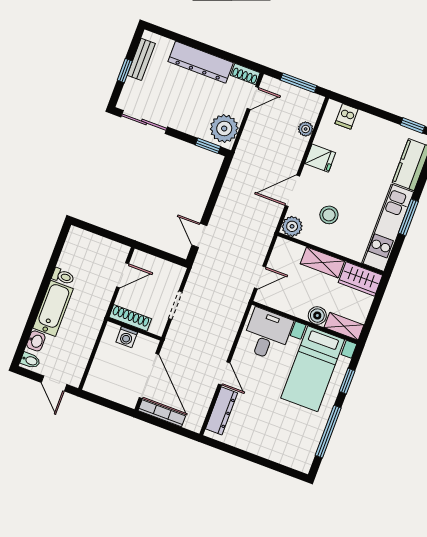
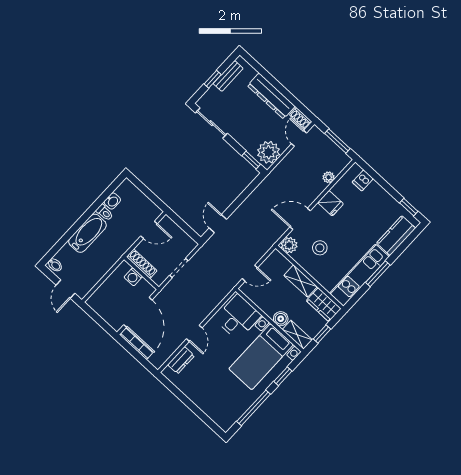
door: (253, 98) -> (299, 138), swing flipped
window: (372, 314) -> (322, 334), added
washbasin: (36, 341) -> (112, 201), moved
dresser: (222, 411) -> (181, 360), width x0.70

